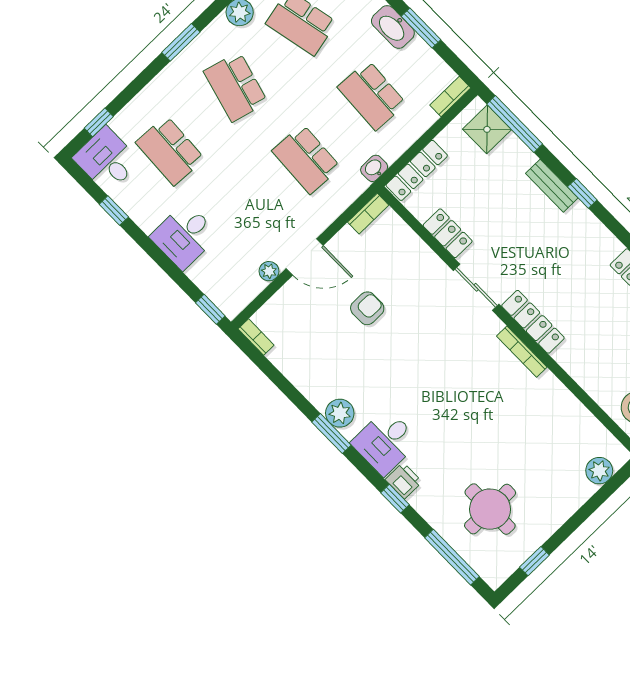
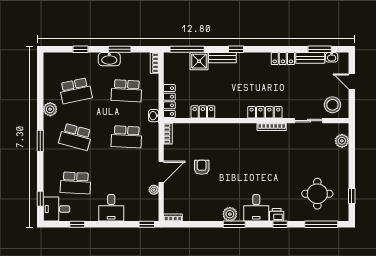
shower: (487, 129) -> (199, 61), moved
sliding door: (476, 287) -> (309, 121), moved

